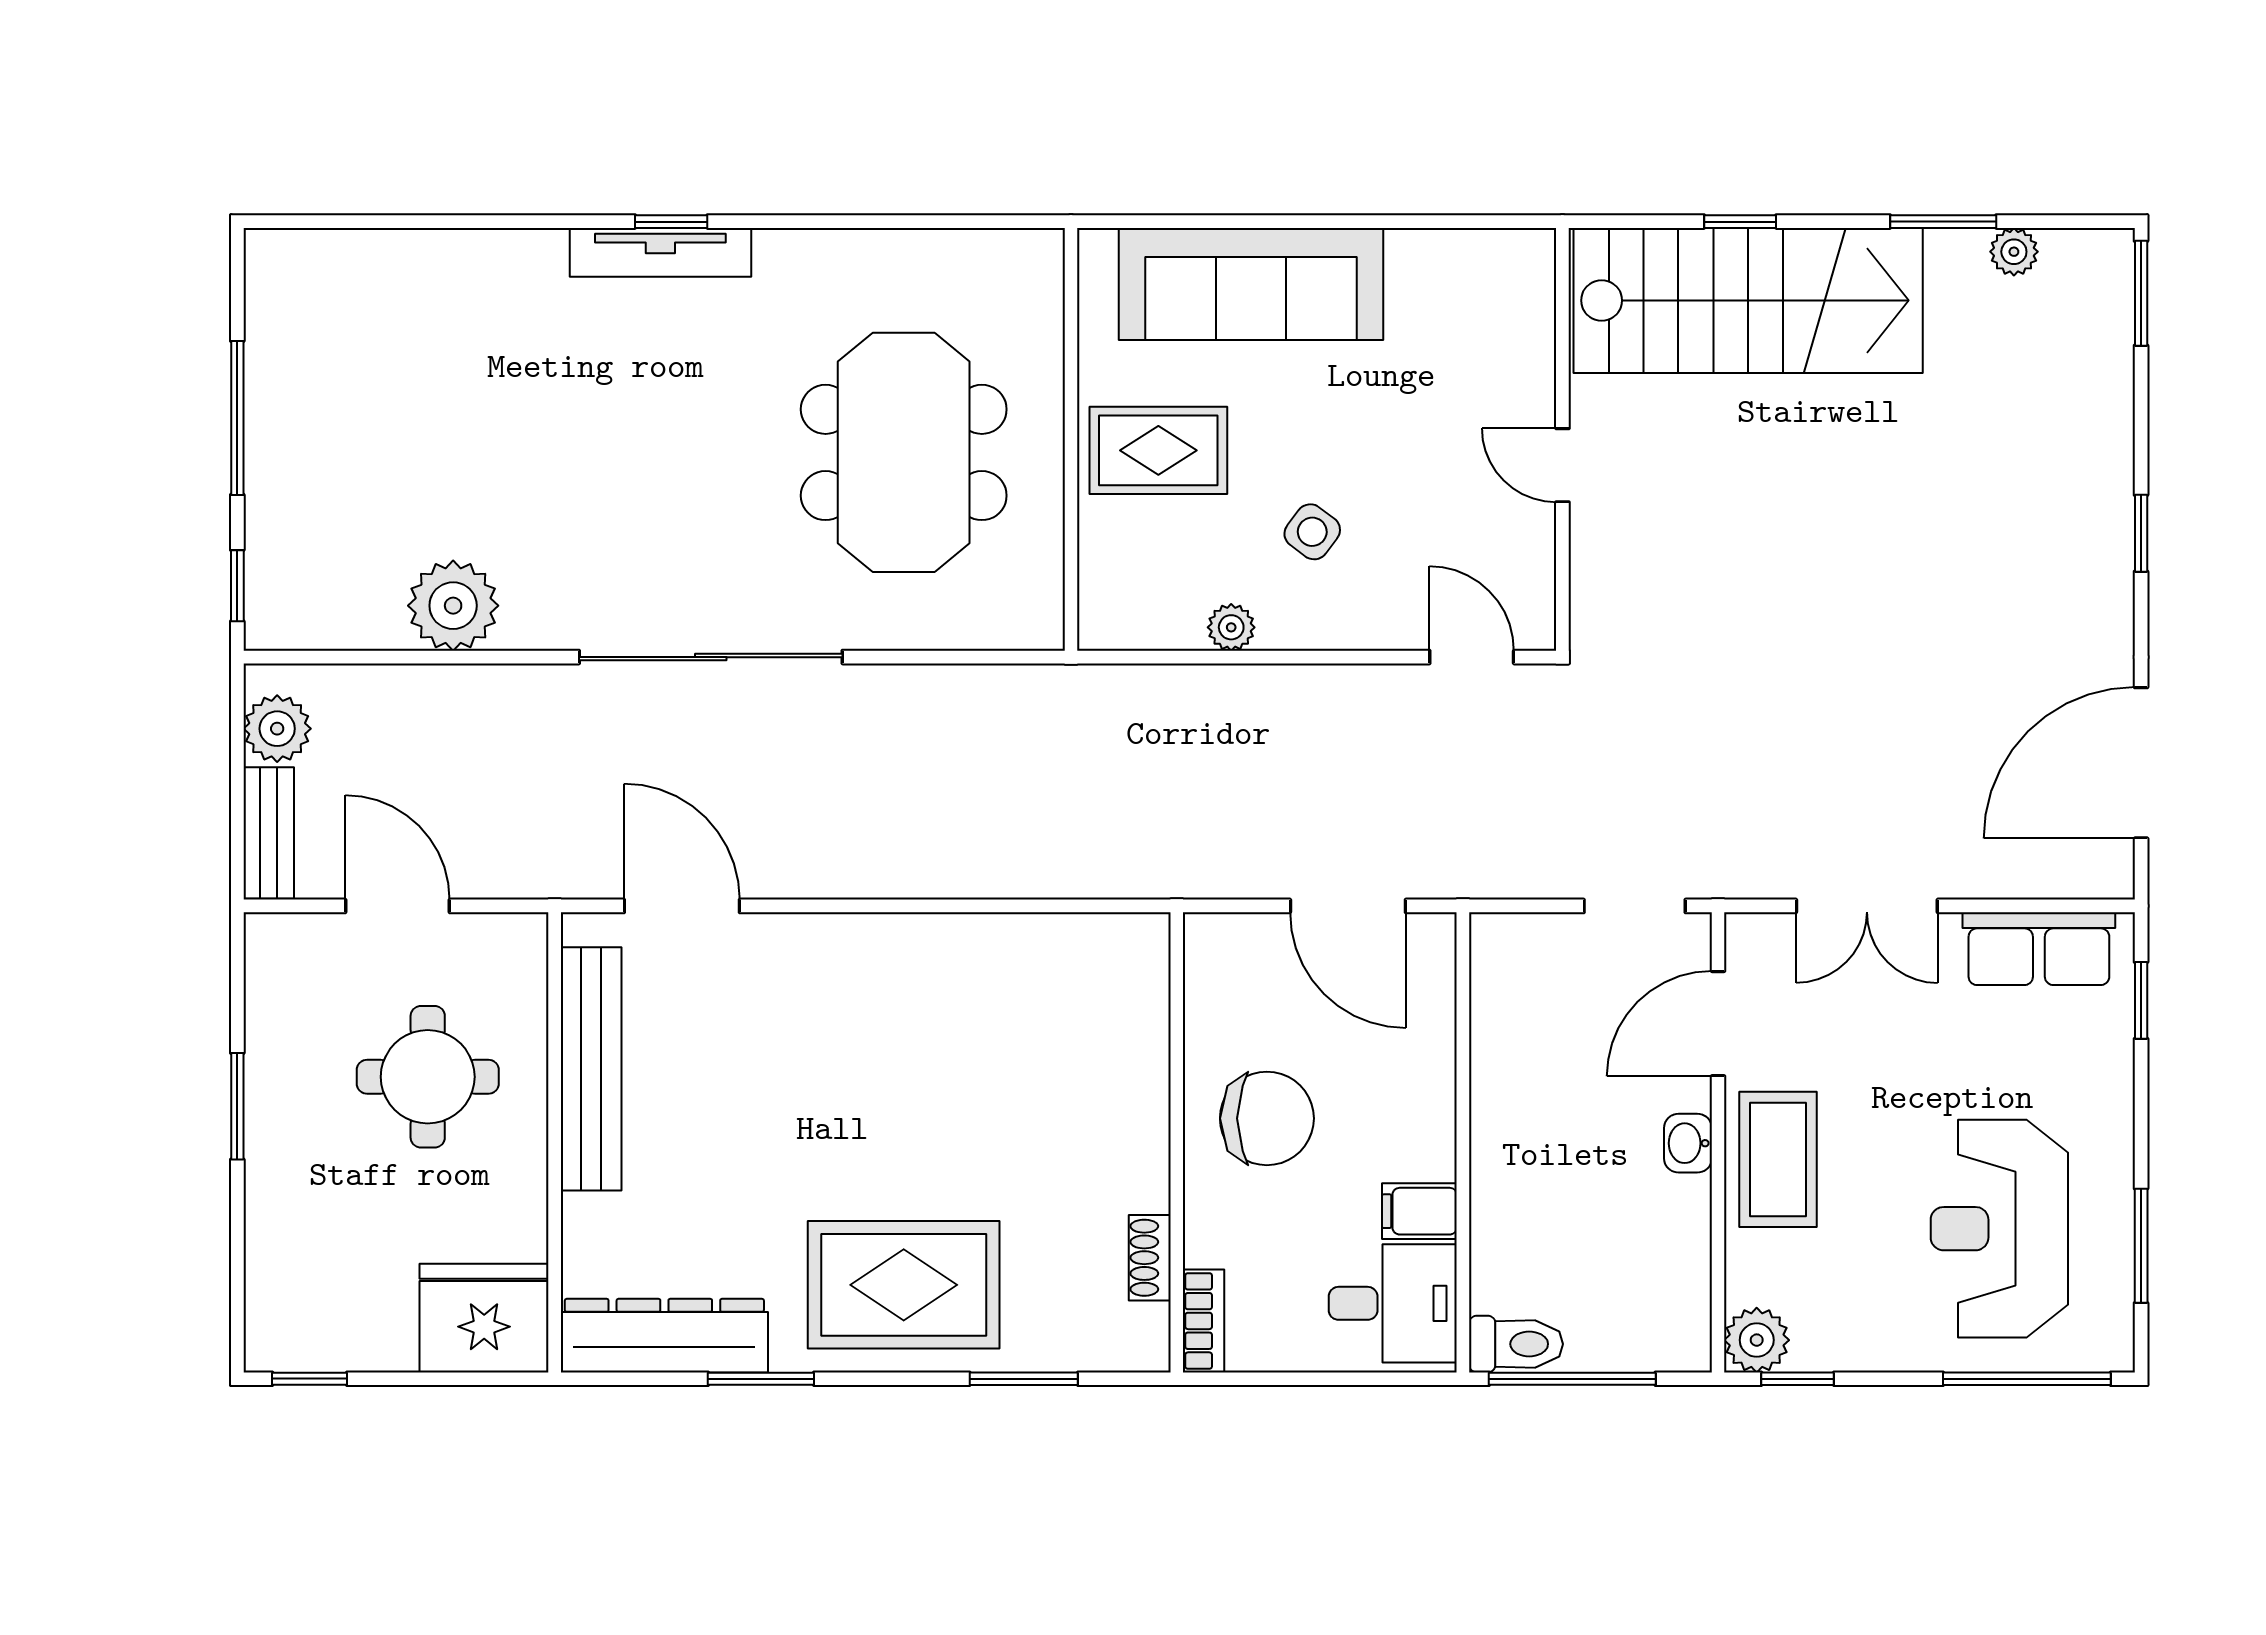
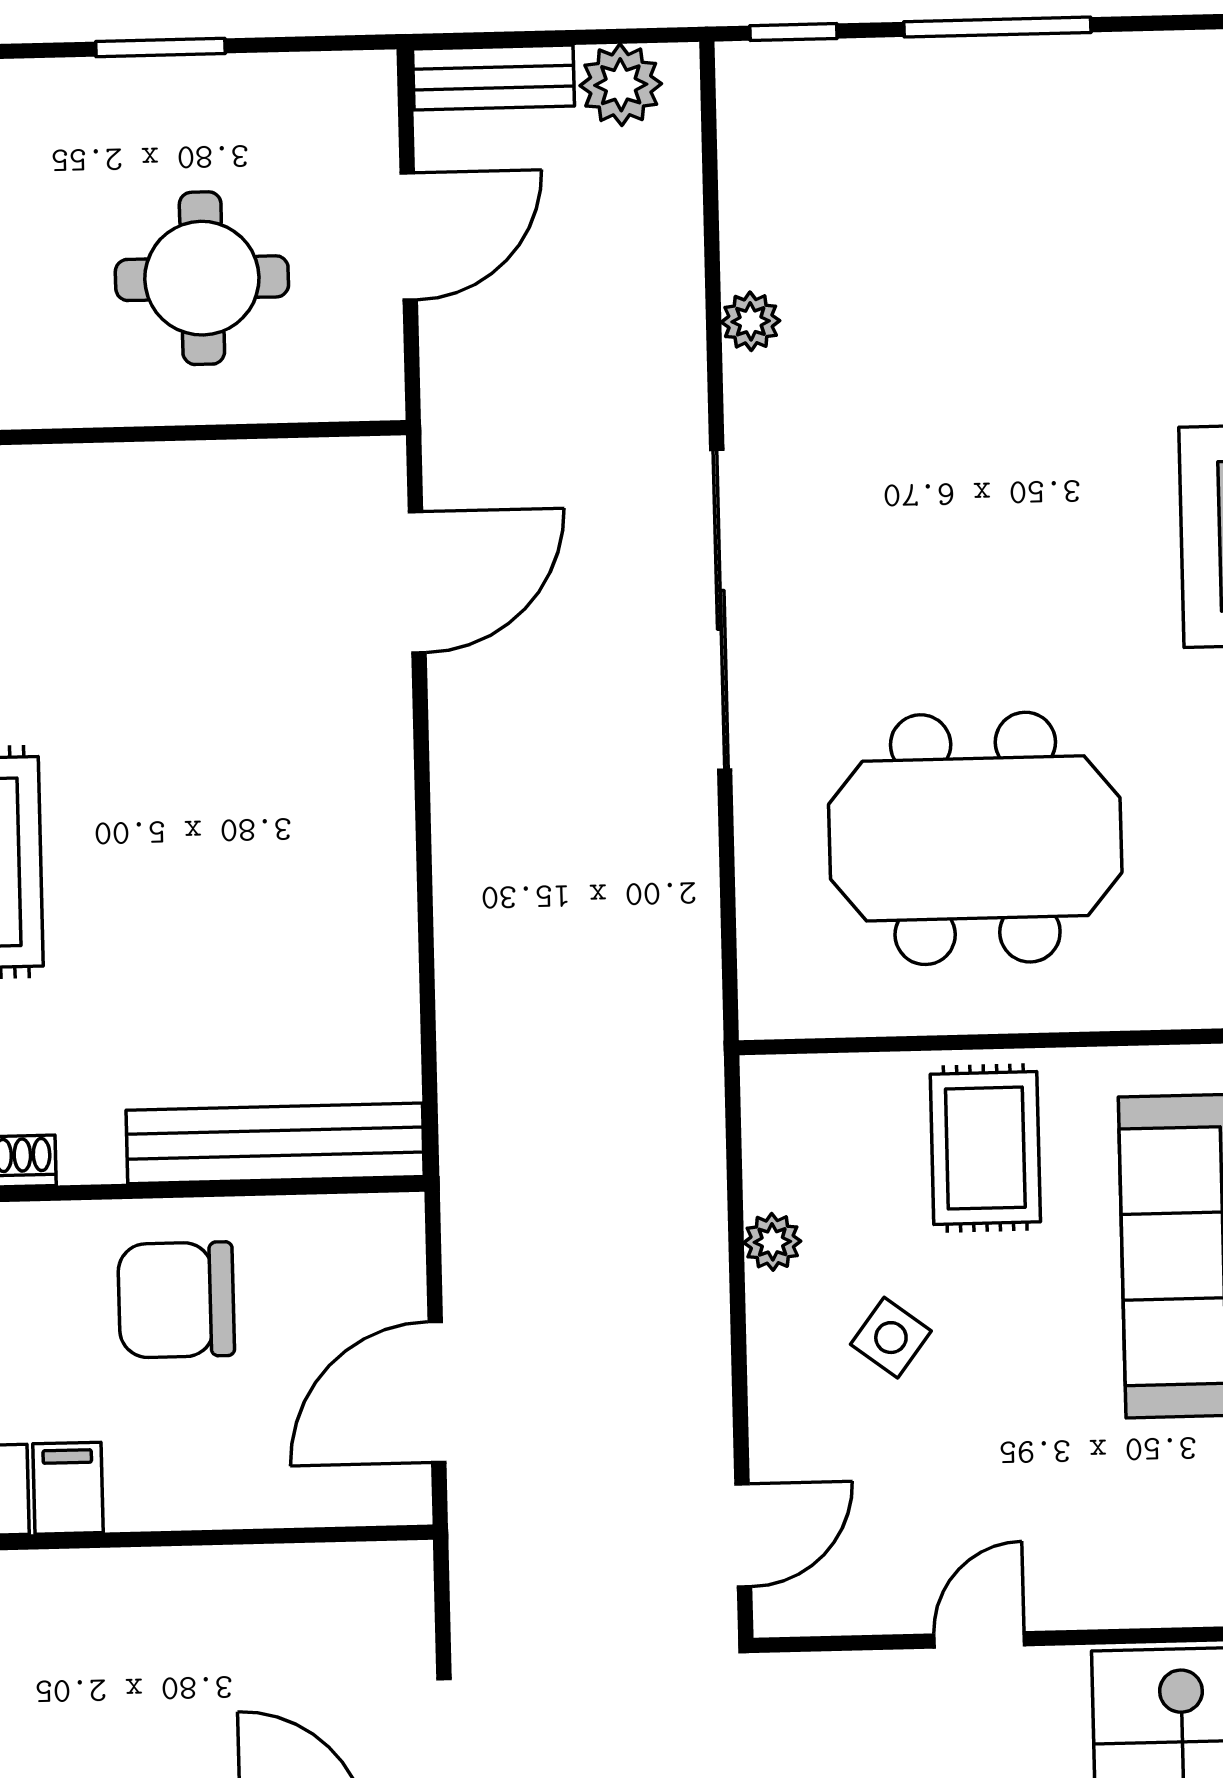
plant: (453, 606) -> (751, 321), width x0.53, depth x0.53
bench: (591, 1069) -> (275, 1143), moved
chair: (1267, 1118) -> (176, 1300), turned 90

